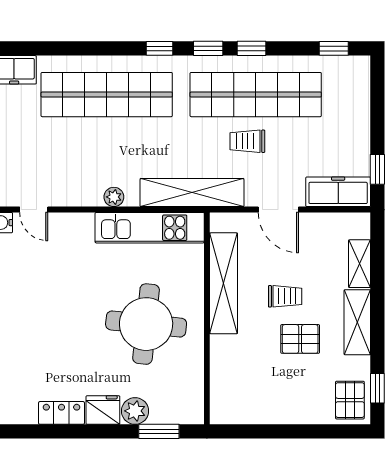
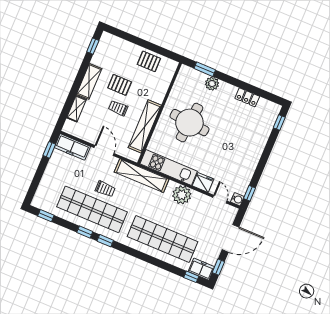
window: (159, 48) -> (191, 277), moved
plant: (114, 197) -> (182, 195), width x1.87, depth x1.87
pallet: (350, 400) -> (149, 61), moved, turned 90
fridge: (103, 410) -> (203, 182), moved, turned 180

